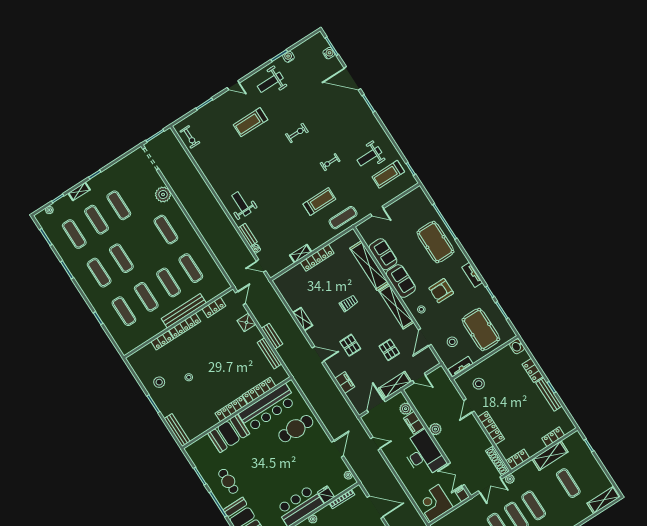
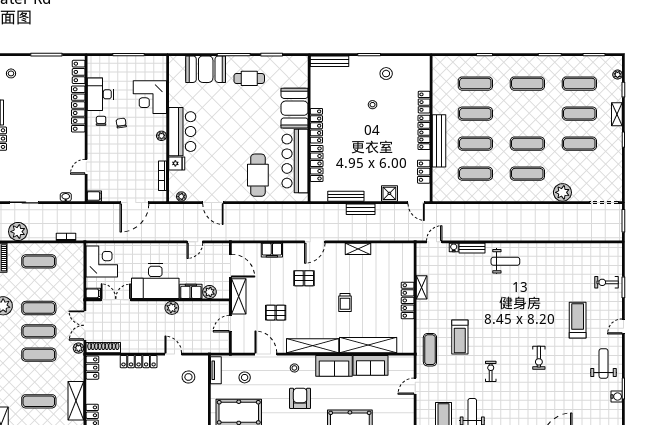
exercise bike: (190, 137) -> (606, 282), moved
exercise mat: (121, 258) -> (527, 144), moved

